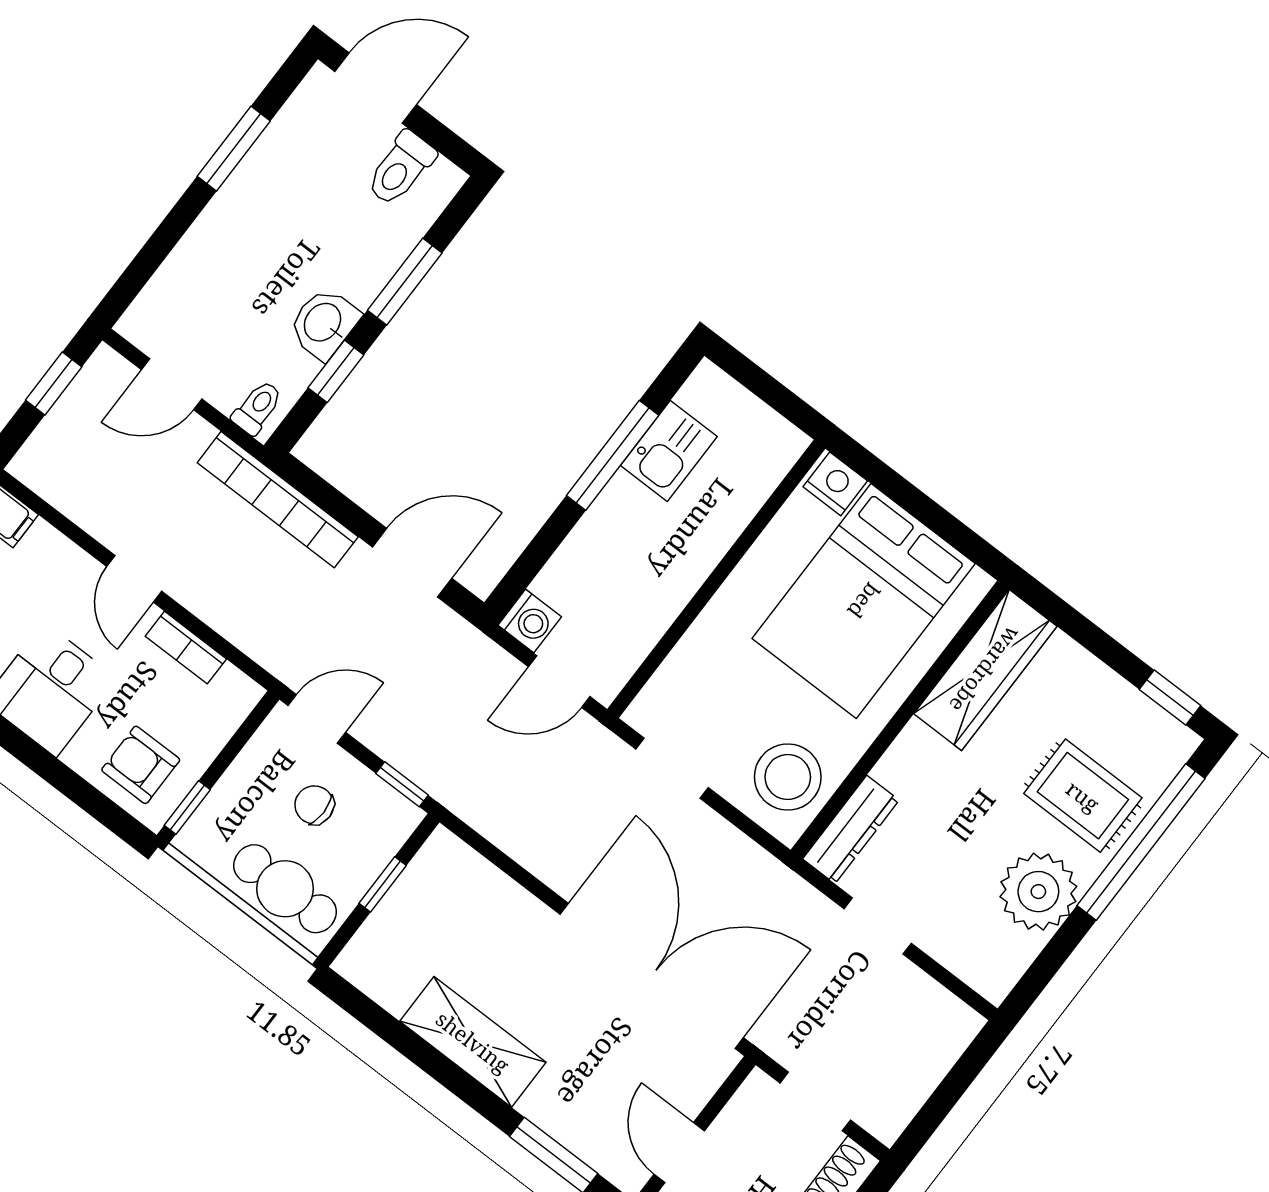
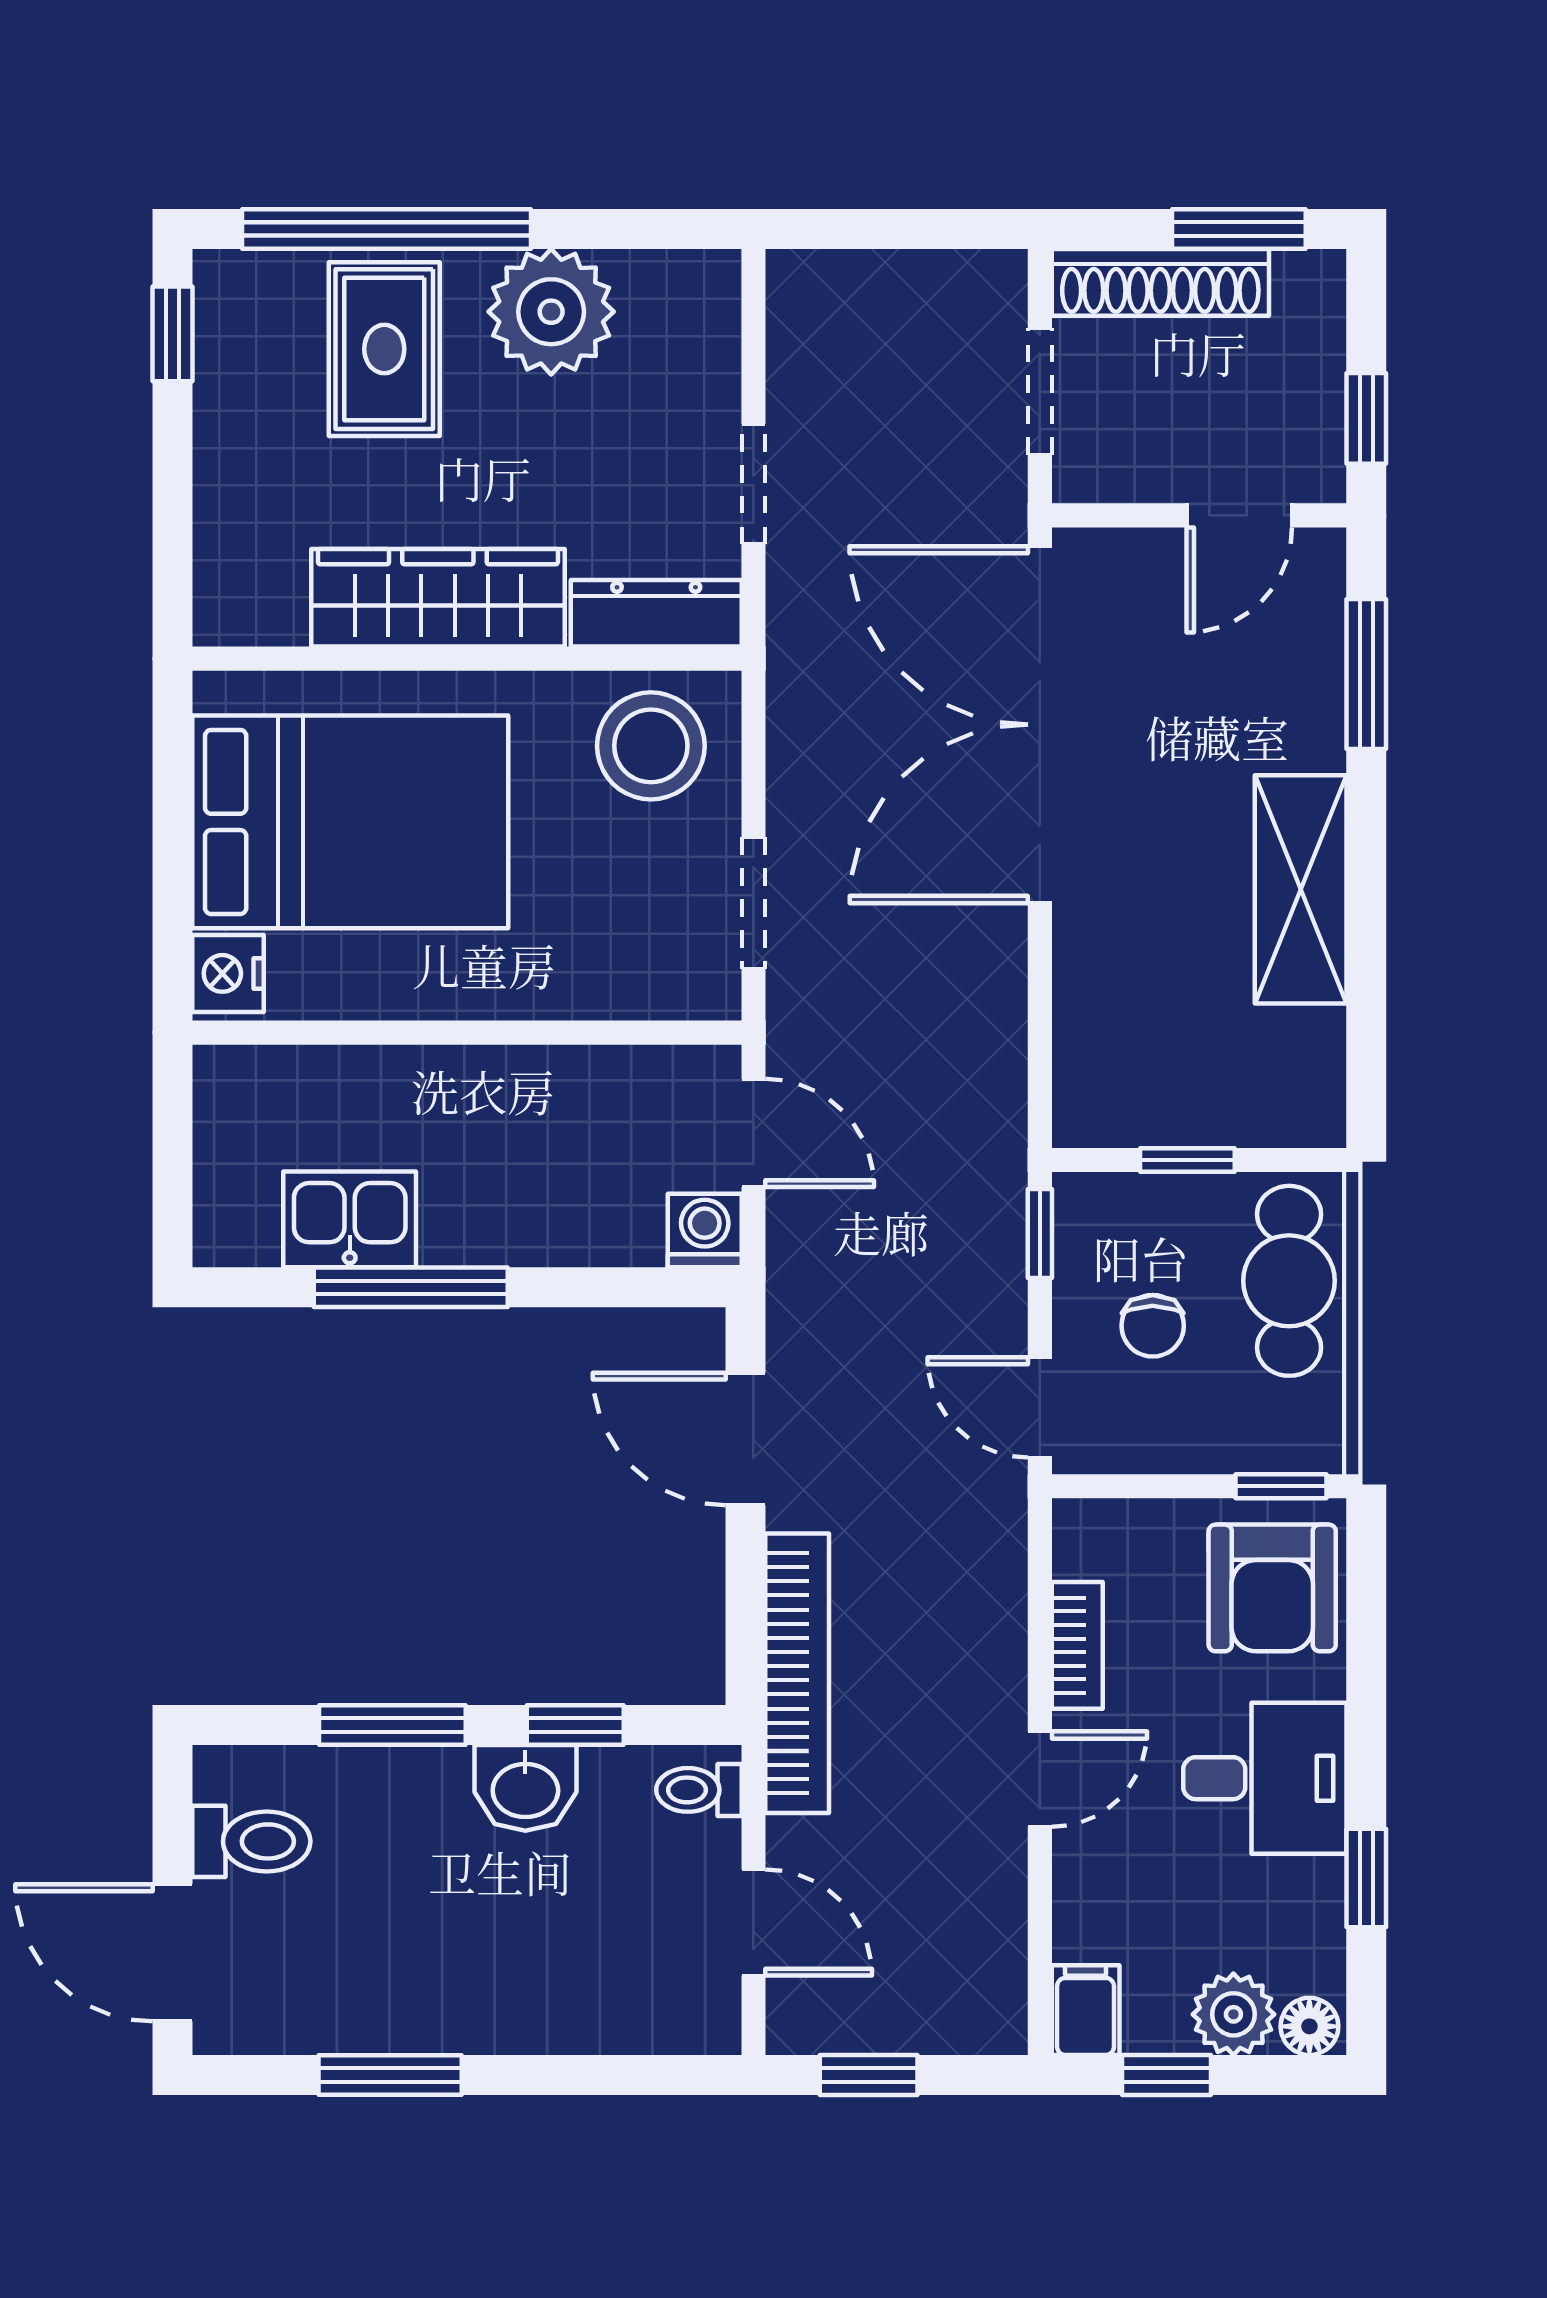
wardrobe: (985, 670) -> (438, 598), moved
armchair: (141, 765) -> (1272, 1588), width x1.38, depth x1.38

